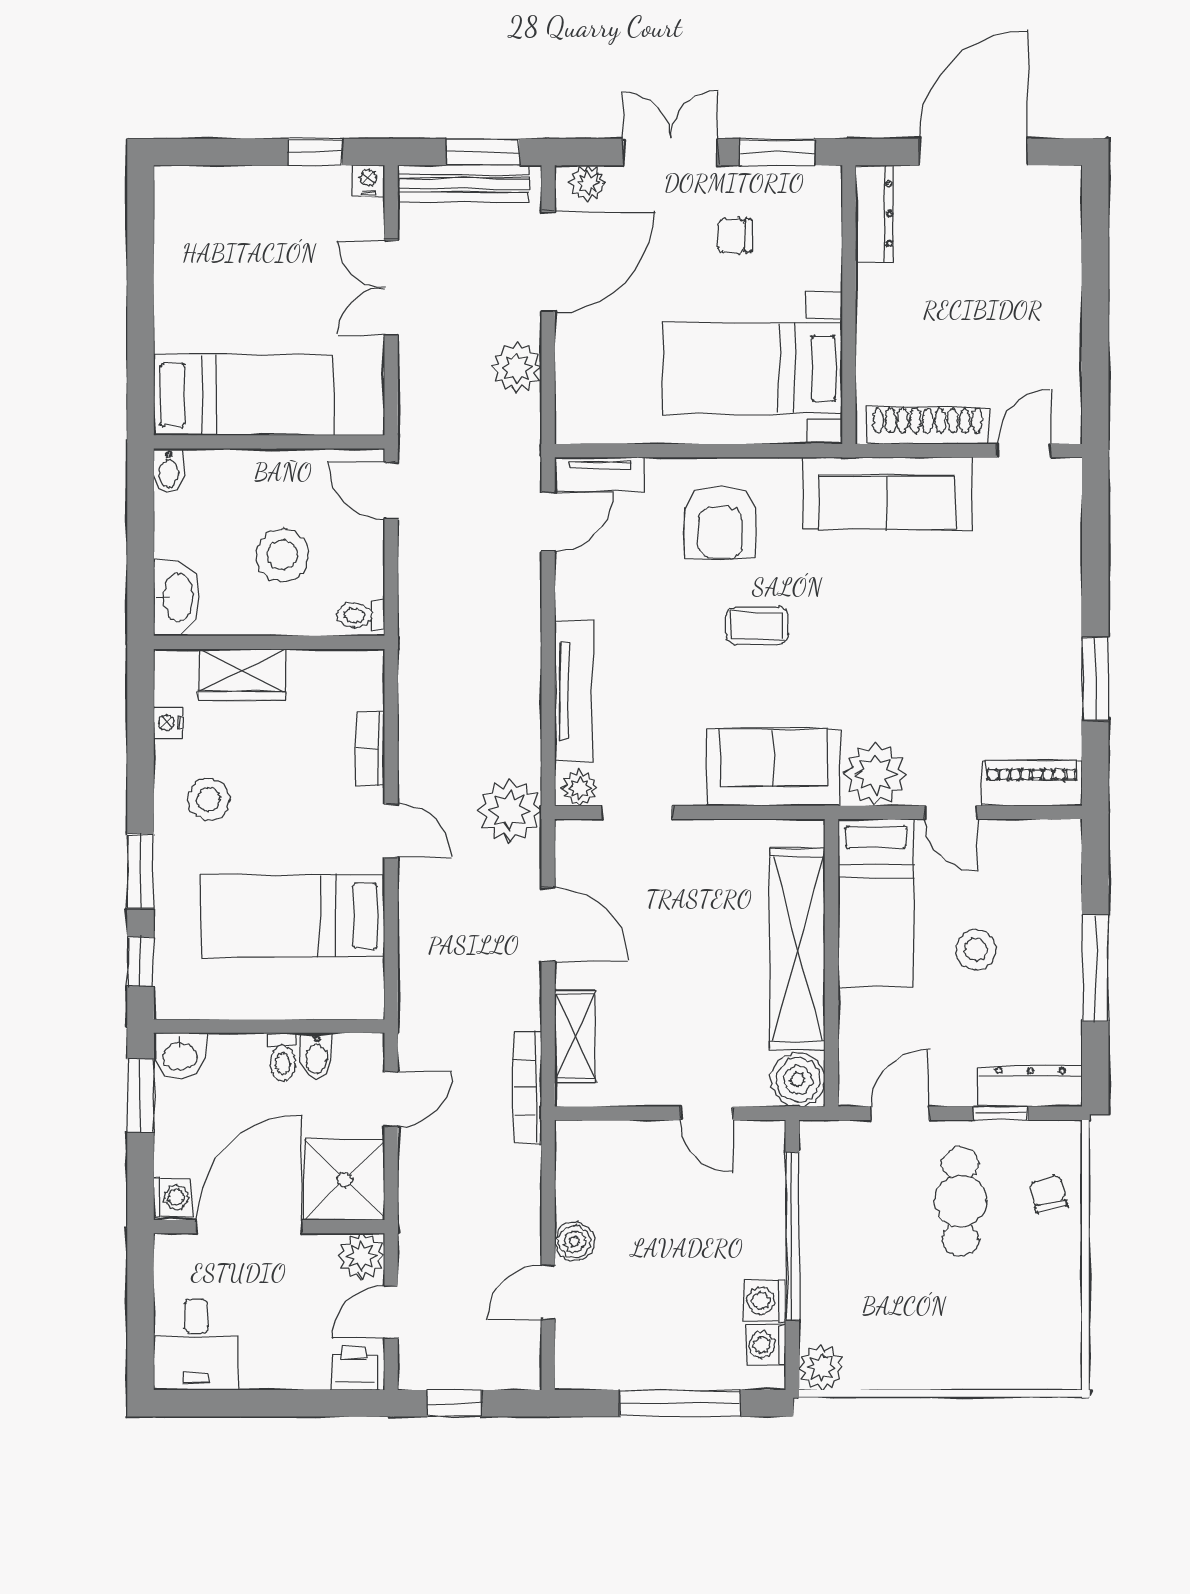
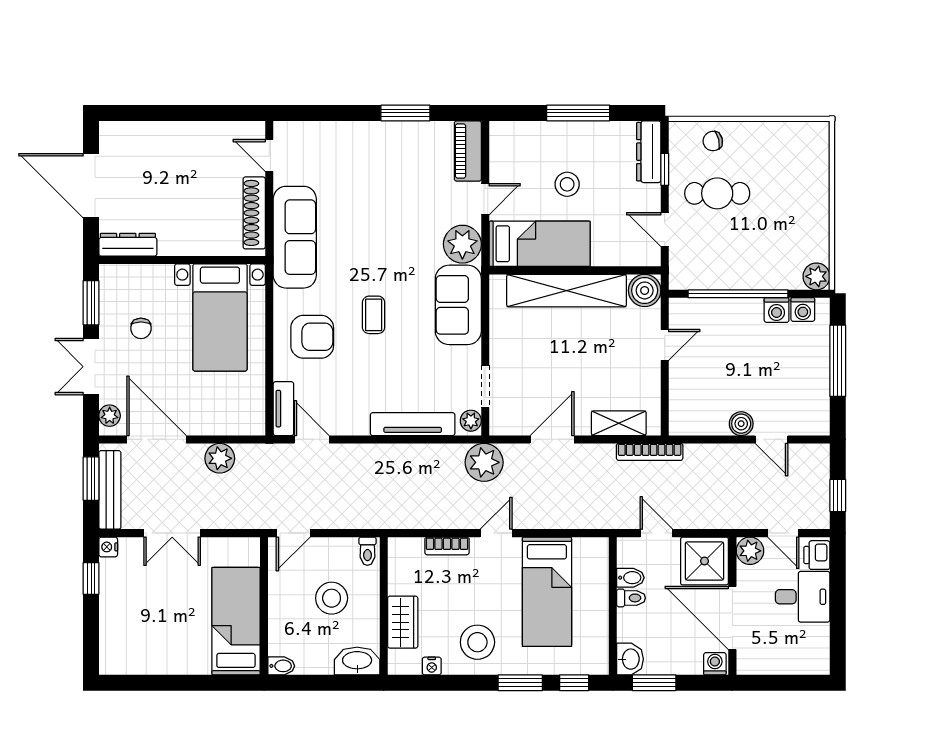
stool: (208, 799) -> (477, 642), width x1.38, depth x1.38
desk: (196, 1344) -> (803, 597), moved

